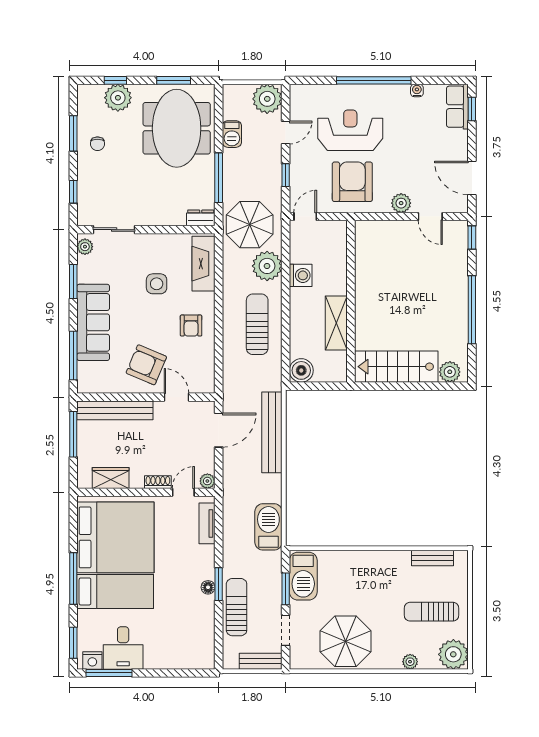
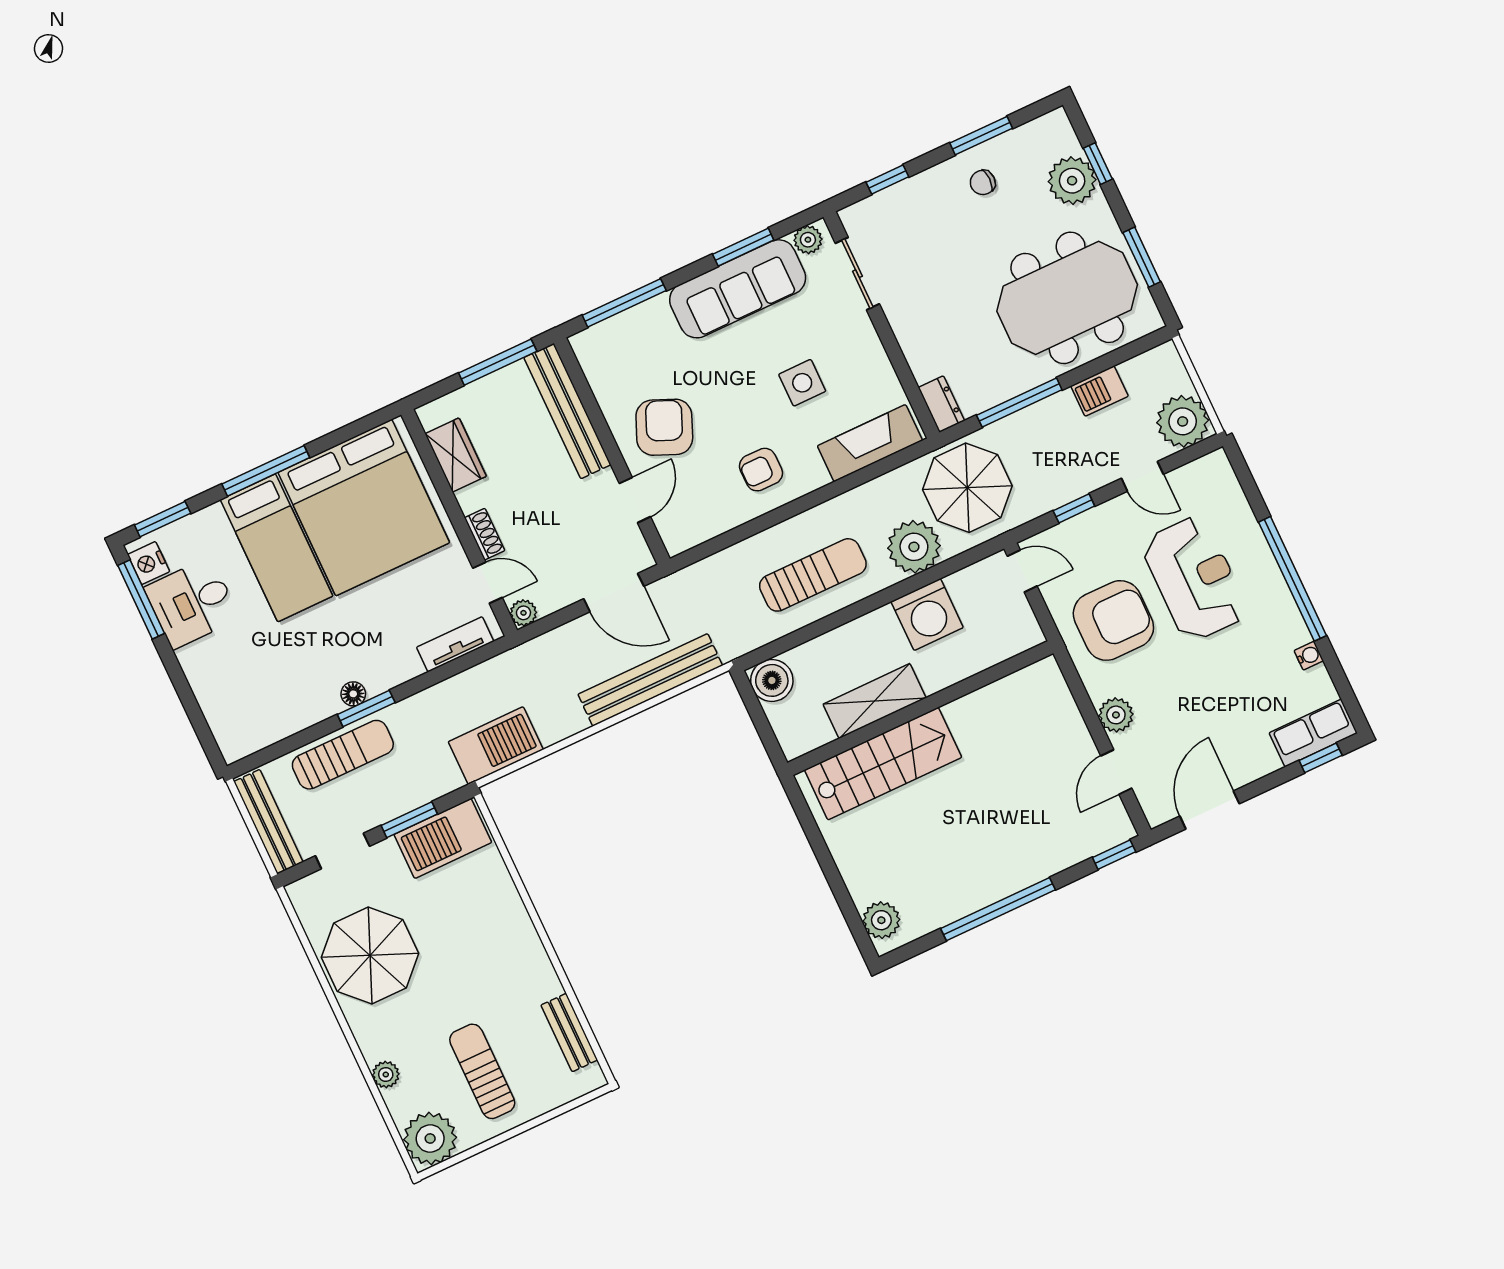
washing machine: (301, 275) -> (927, 615), width x1.37, depth x1.37
sofa: (93, 322) -> (738, 289), moved
stairs: (396, 367) -> (883, 764), moved, turned 90
bench: (261, 661) -> (268, 822), width x1.36

